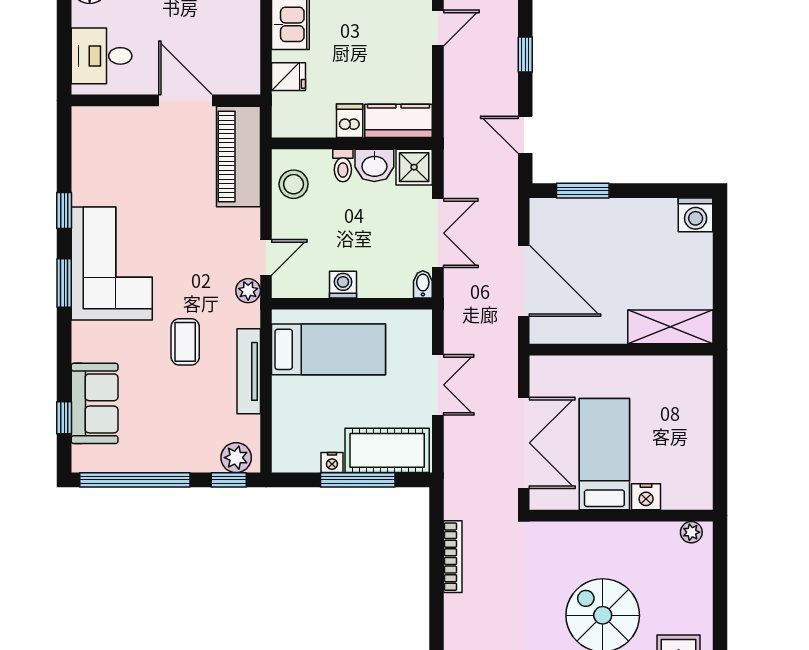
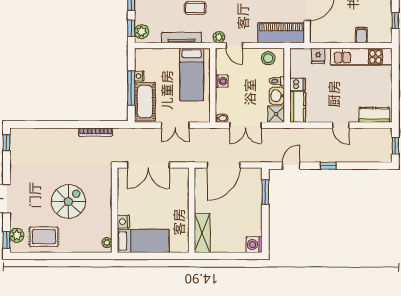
bed: (604, 454) -> (143, 241), moved

